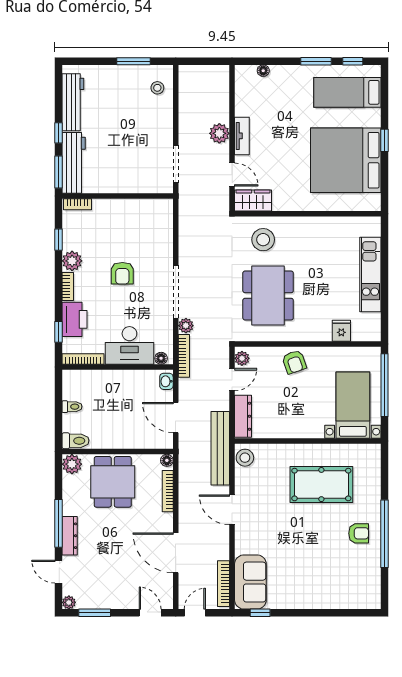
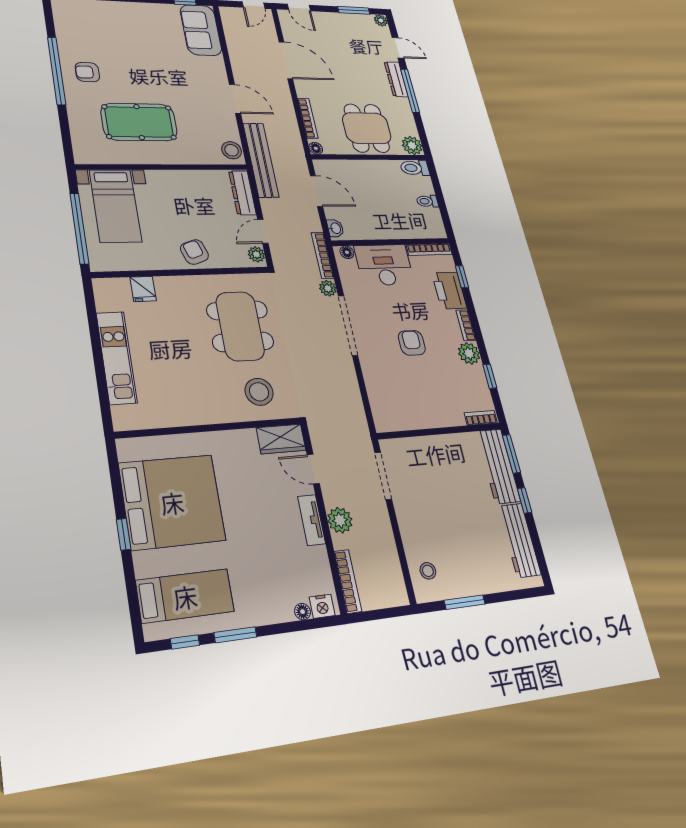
nightstand: (247, 73) -> (322, 606), added
bookcase: (224, 584) -> (348, 581), moved

